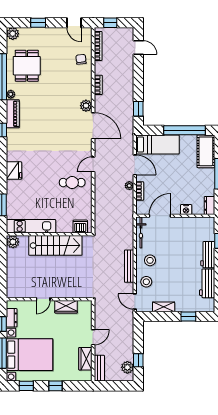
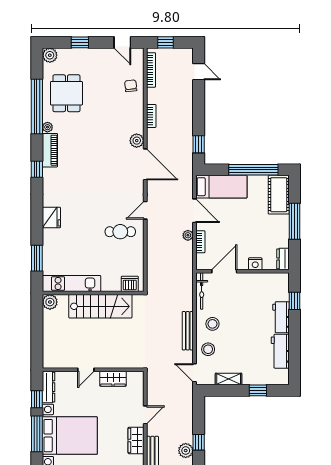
dresser: (12, 318) -> (49, 387), width x1.44

